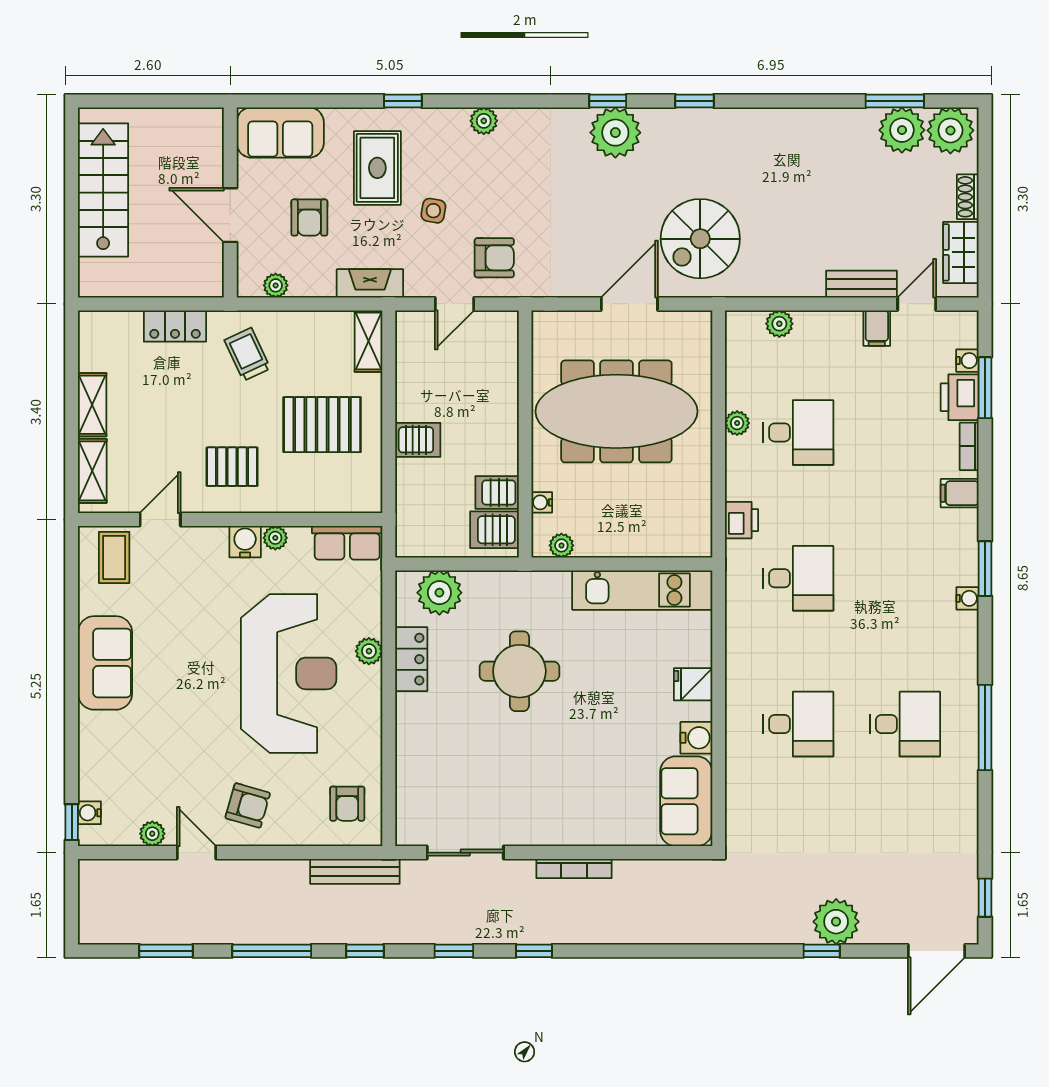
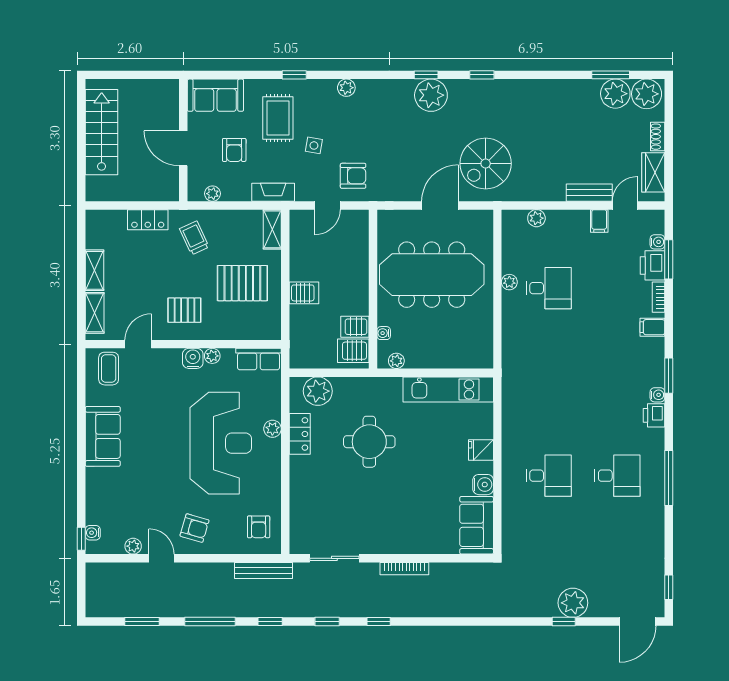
printer: (742, 520) -> (654, 415), moved, turned 180
desk: (798, 578) -> (549, 382), removed

